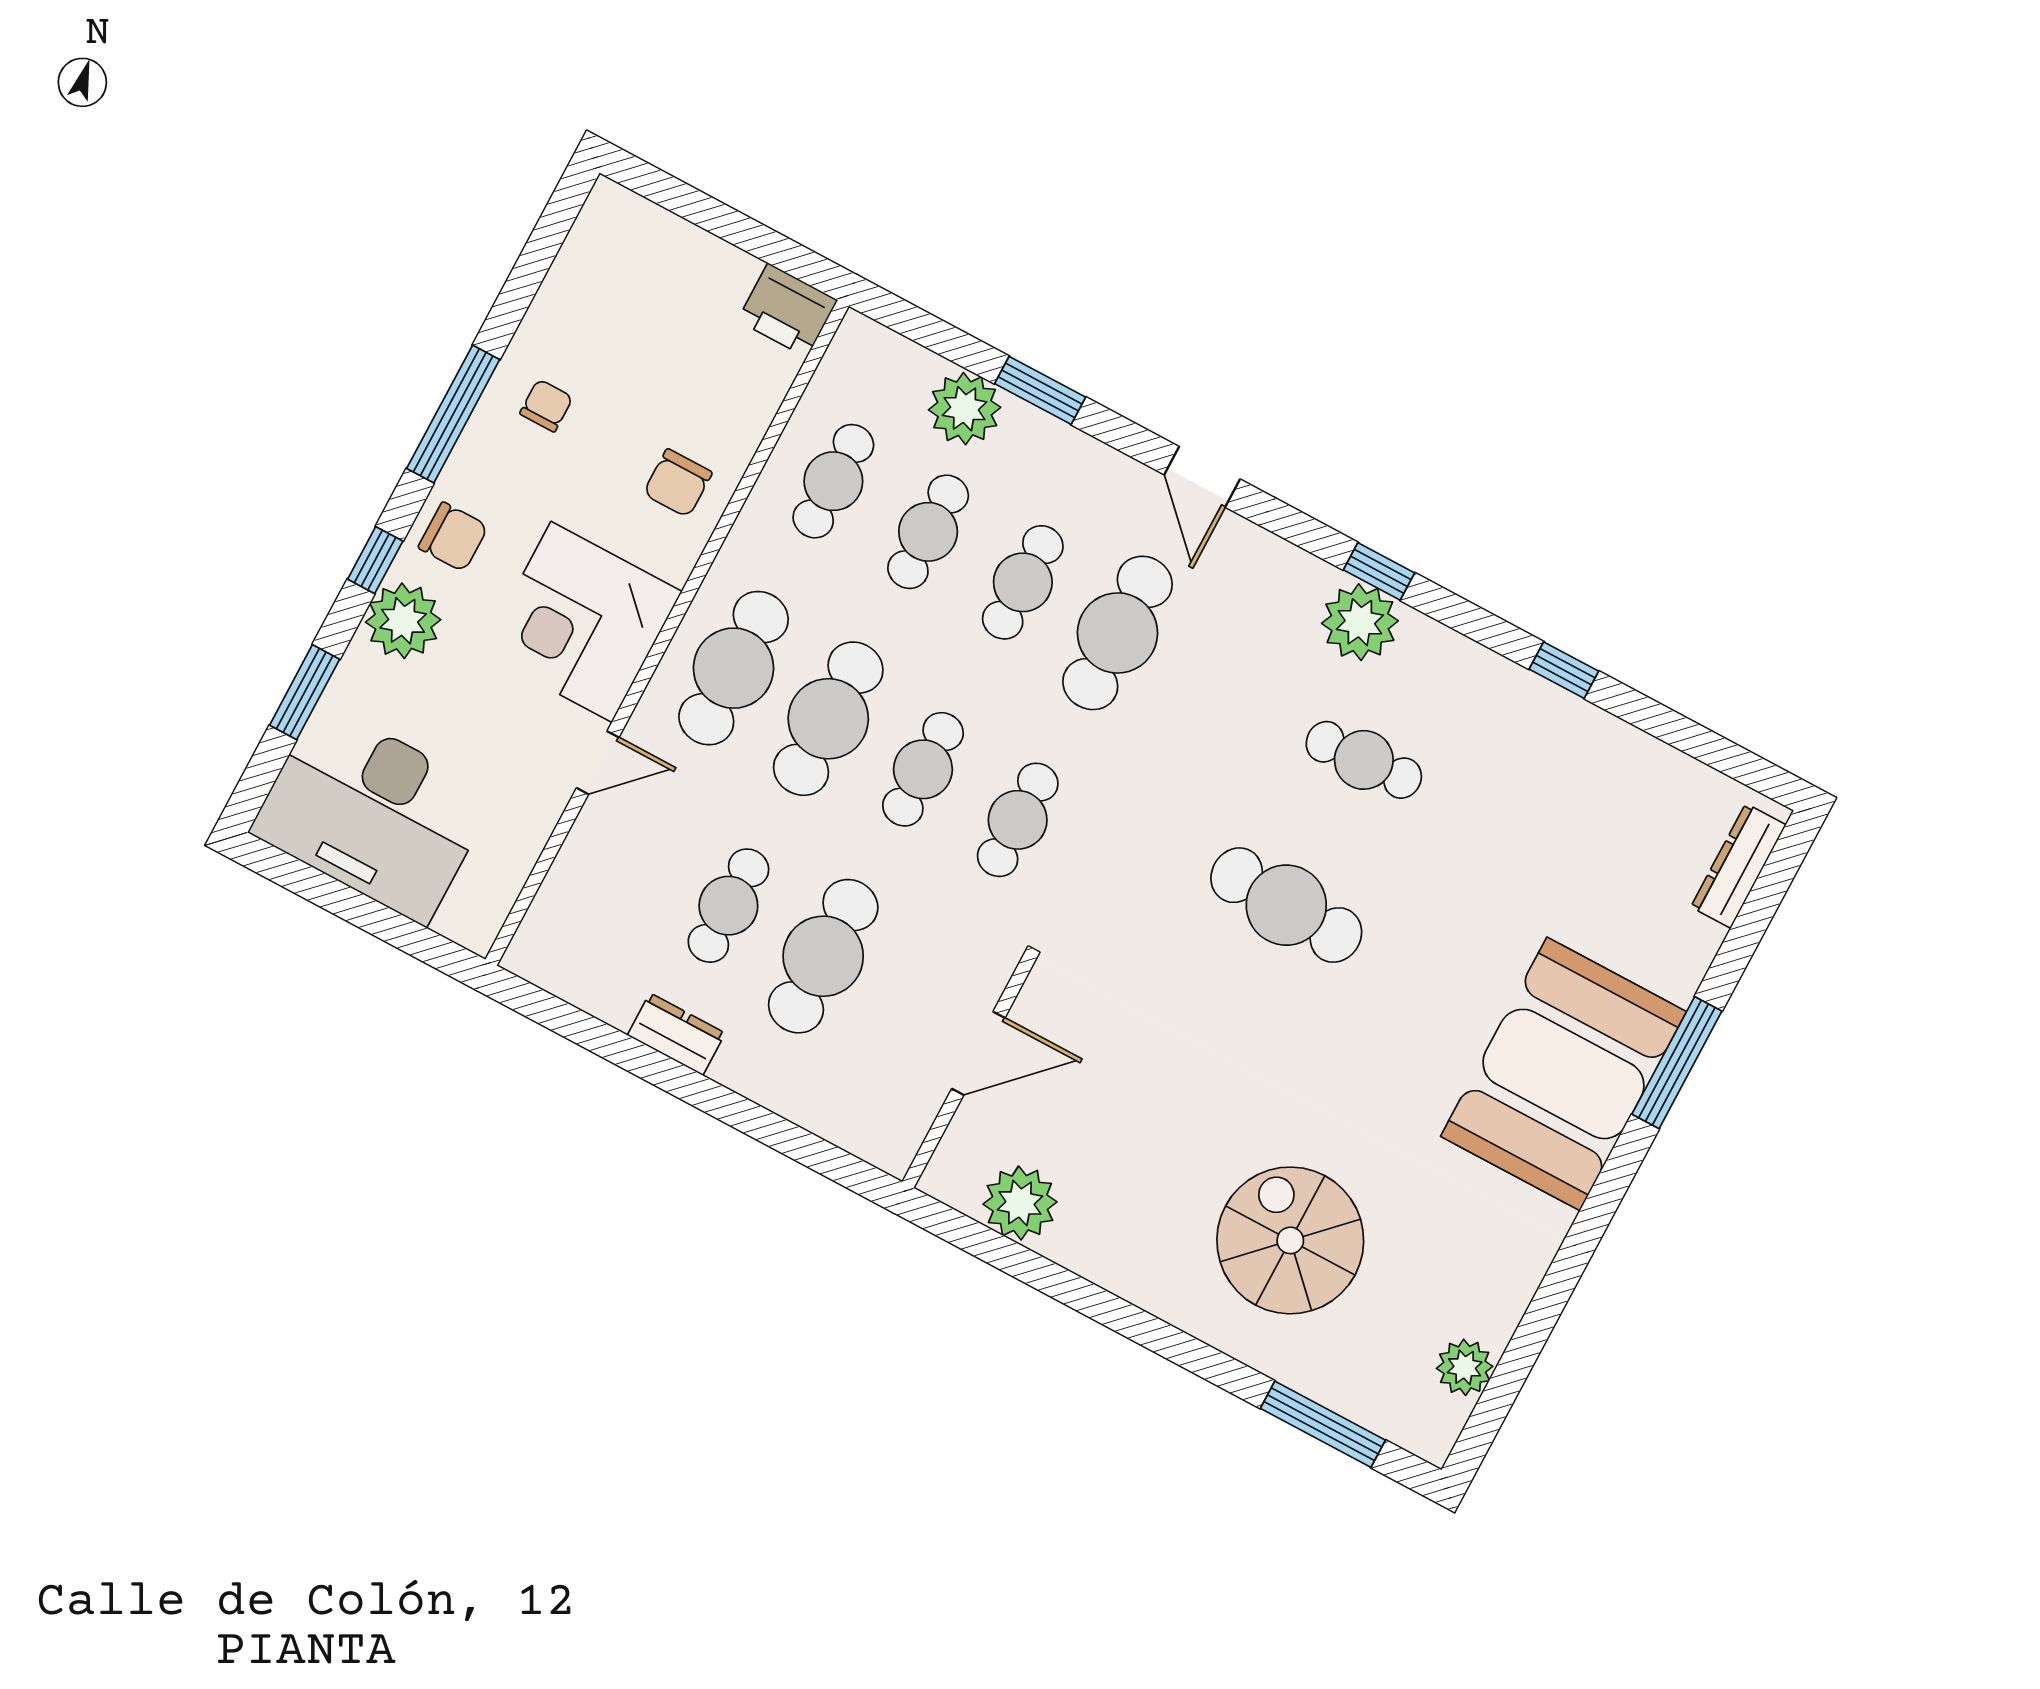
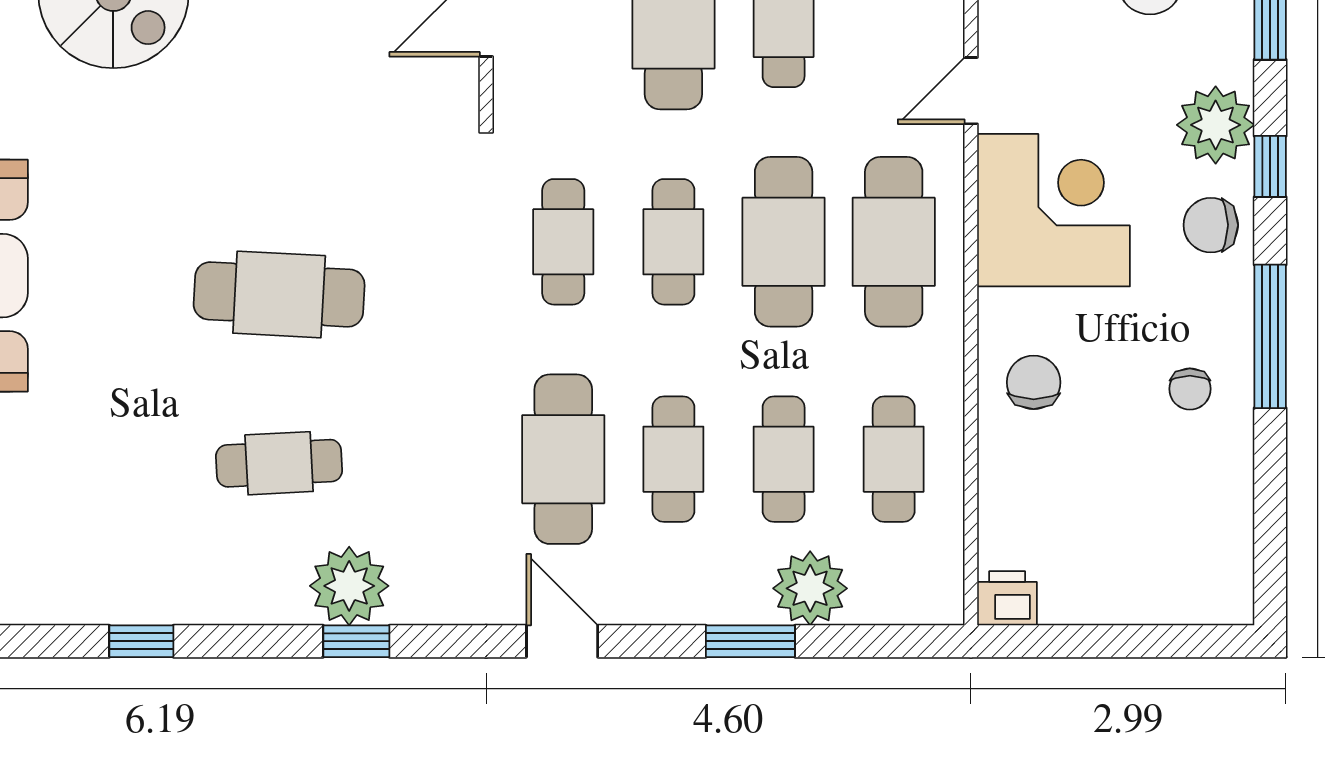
printer: (787, 310) -> (1007, 598), width x0.73, depth x0.81

